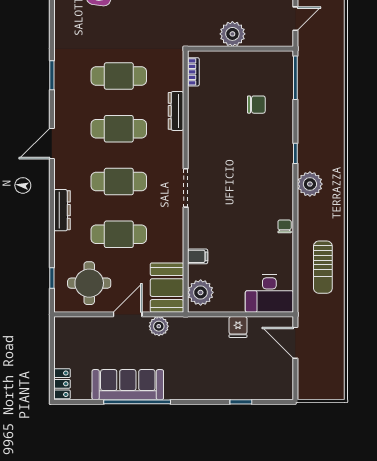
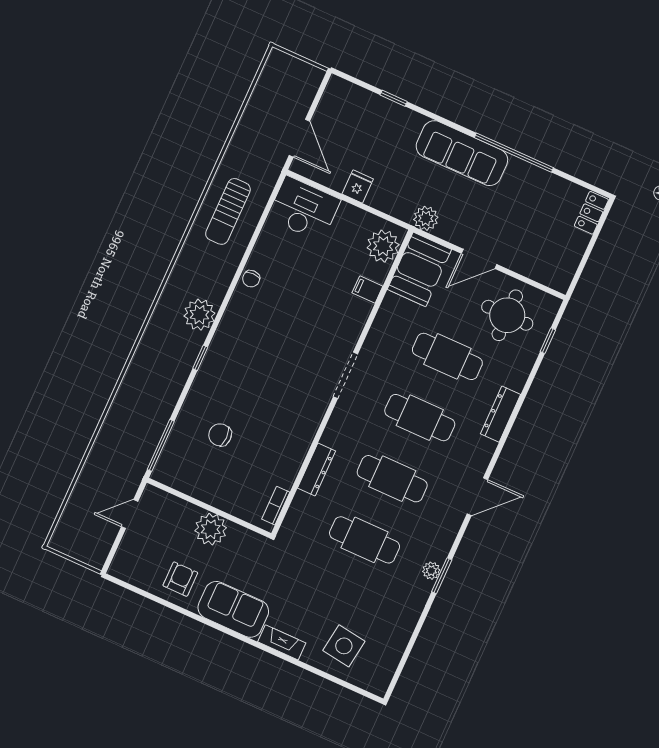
plant: (61, 76) -> (431, 571), added
sun lounger: (323, 267) -> (228, 211), turned 180
plant: (159, 326) -> (426, 218), moved
sofa: (128, 385) -> (462, 153), moved

